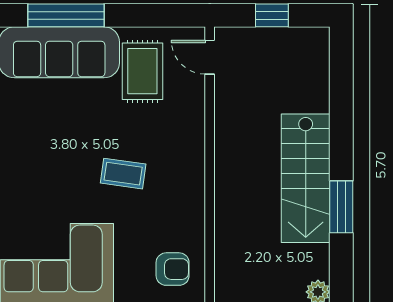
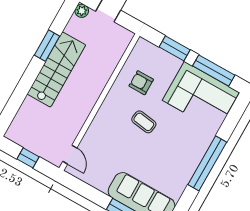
rug: (142, 71) -> (106, 166), removed
armchair: (173, 269) -> (141, 83), moved

